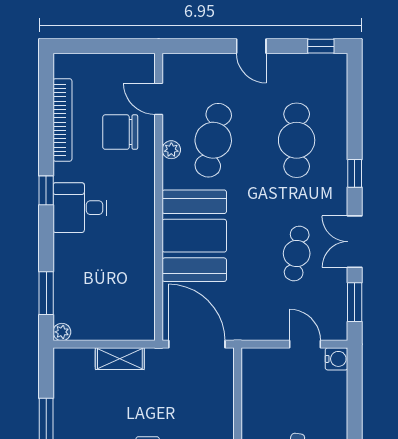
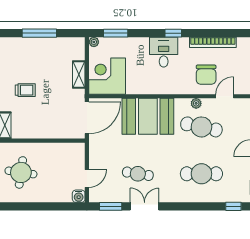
chair: (120, 132) -> (206, 75), turned 180
window: (355, 173) -> (233, 206), moved
corner desk: (123, 308) -> (107, 76), added

